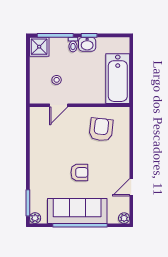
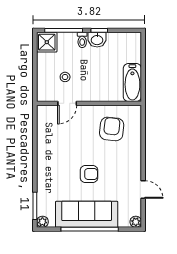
bathtub: (118, 79) -> (132, 83), width x0.73, depth x0.73
door: (131, 187) -> (143, 190), swing flipped

